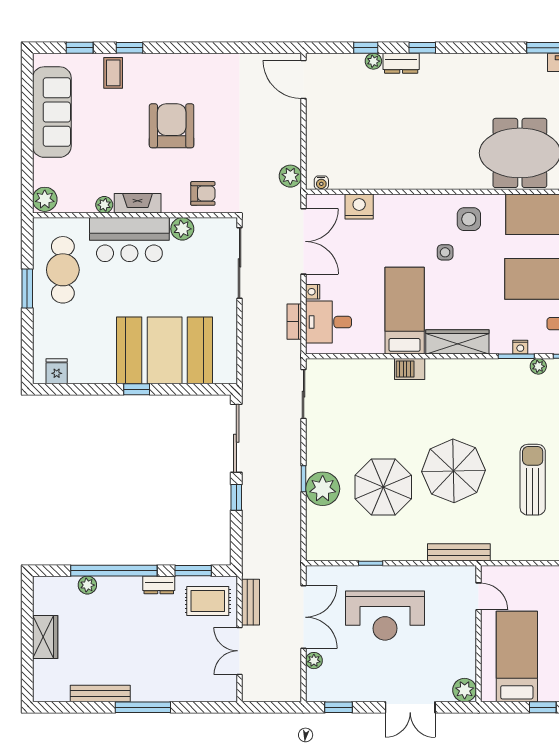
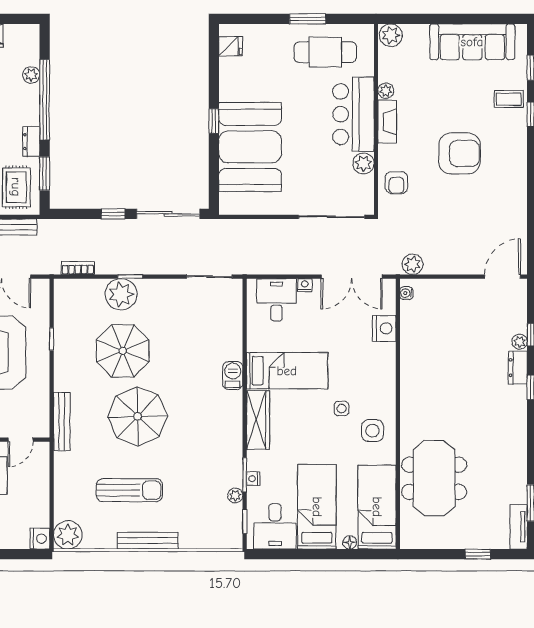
bookcase: (294, 322) -> (78, 268), moved

